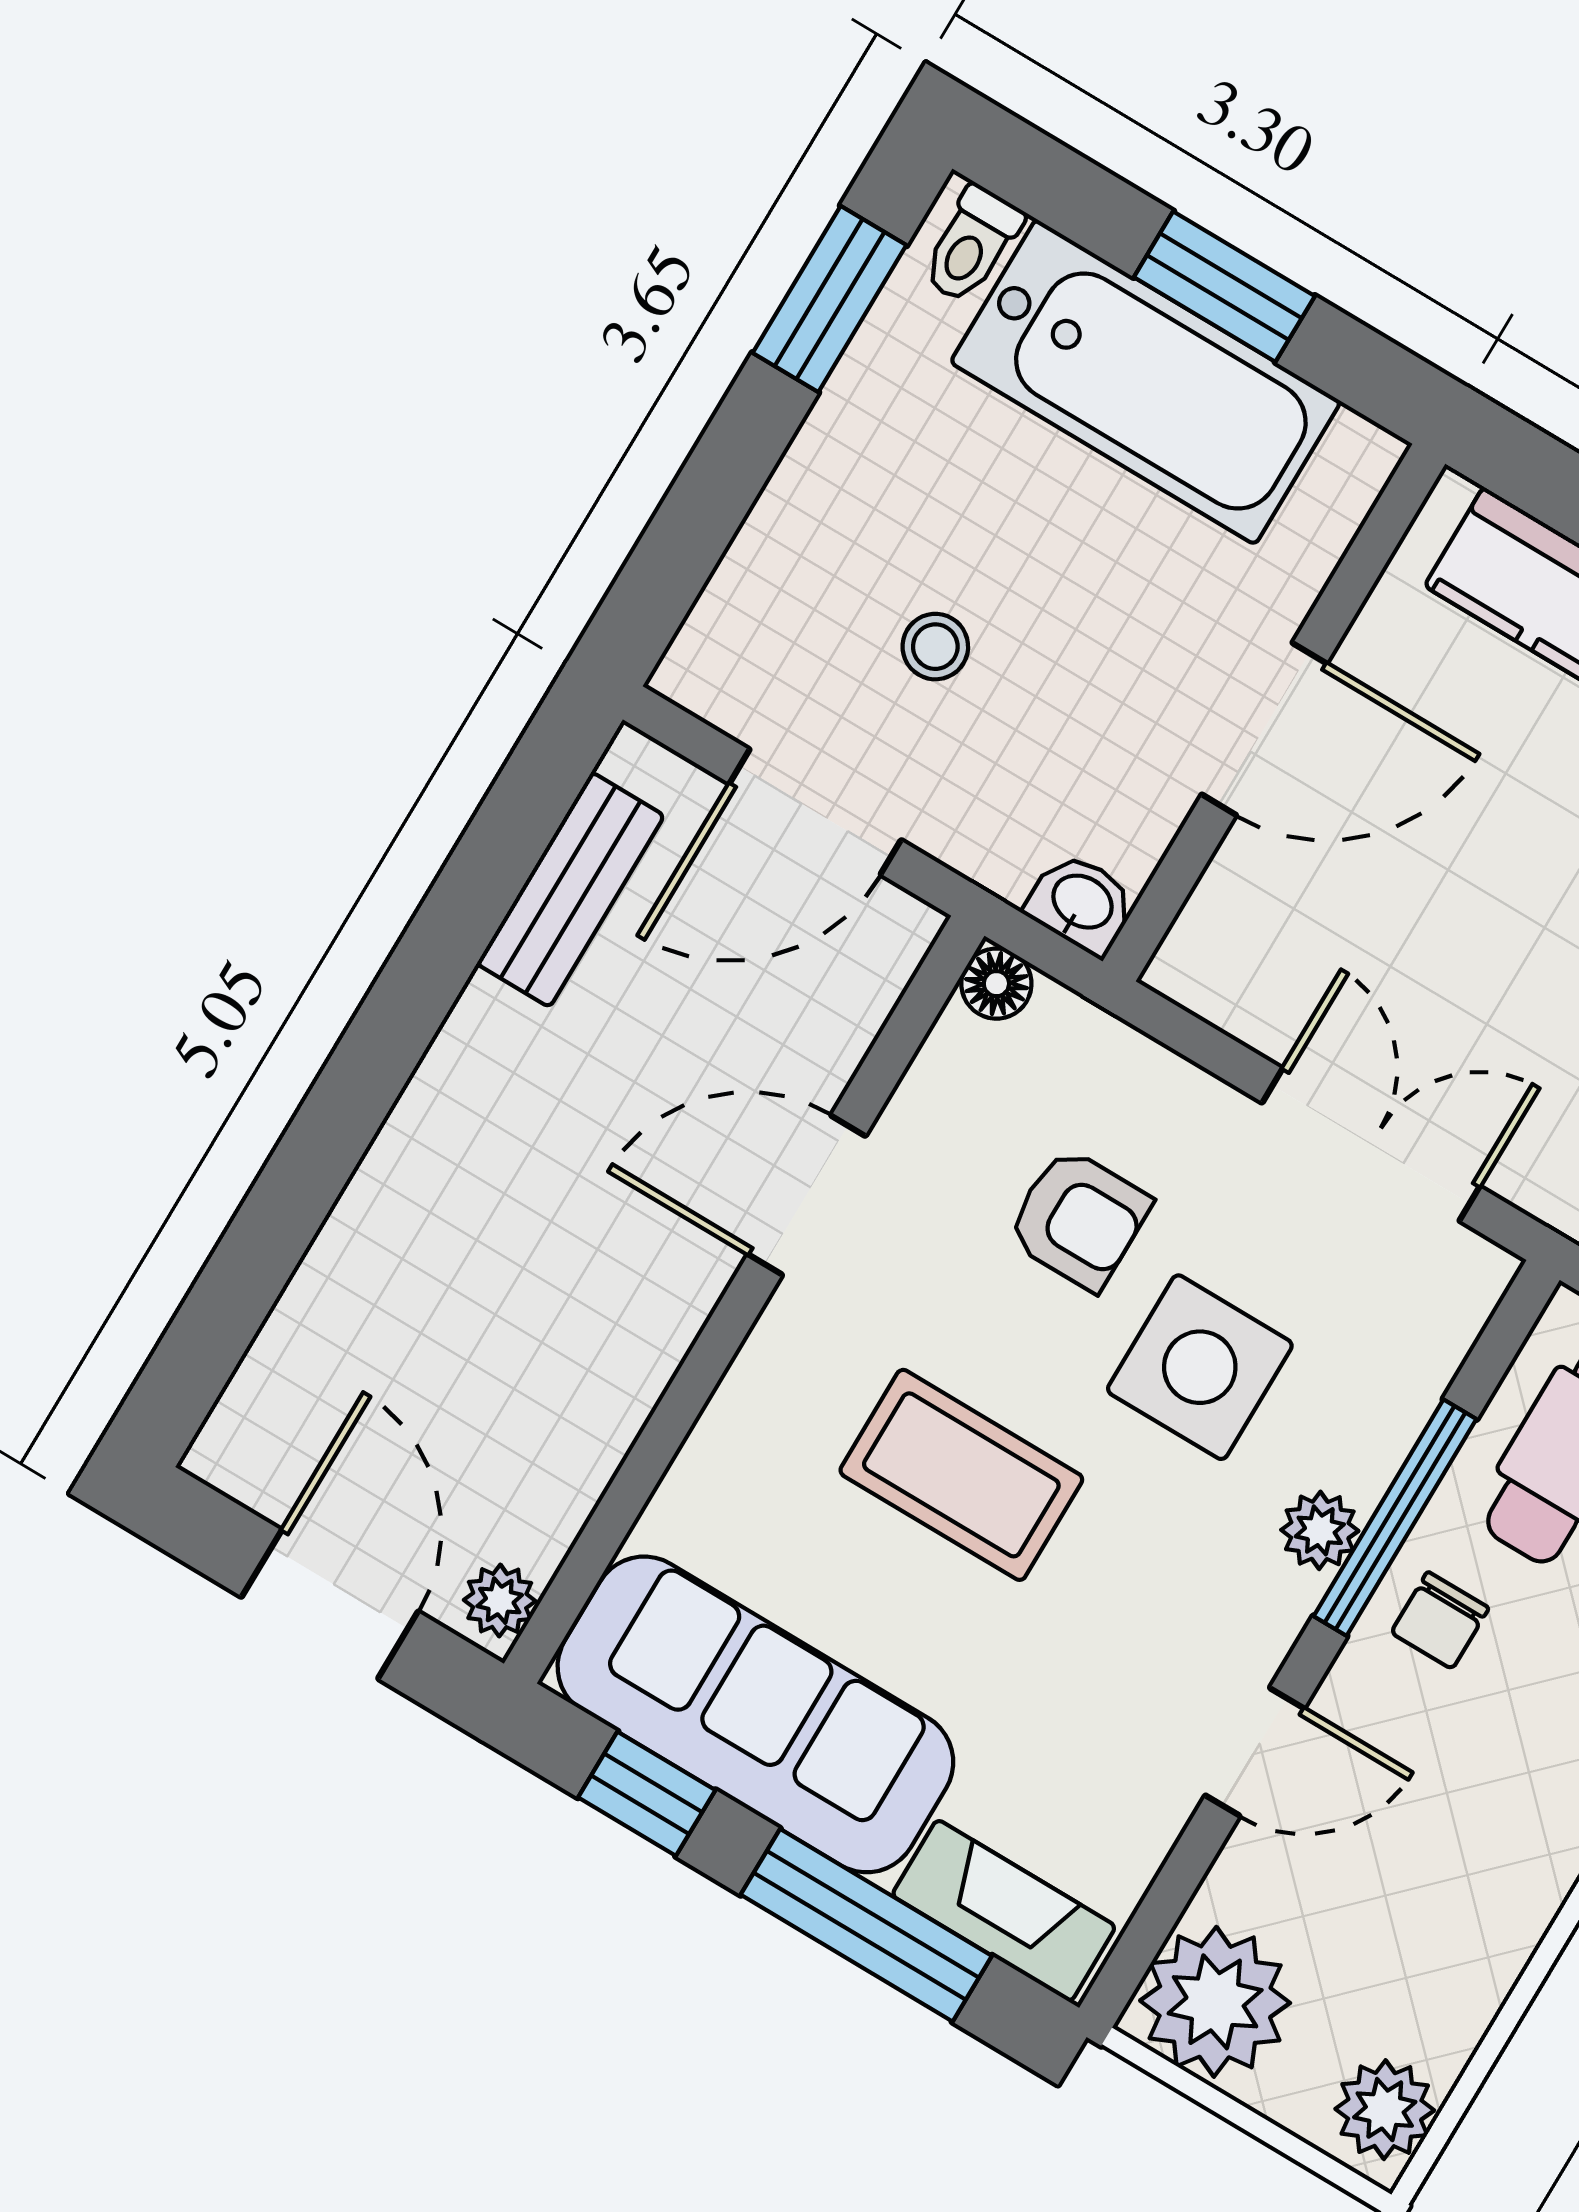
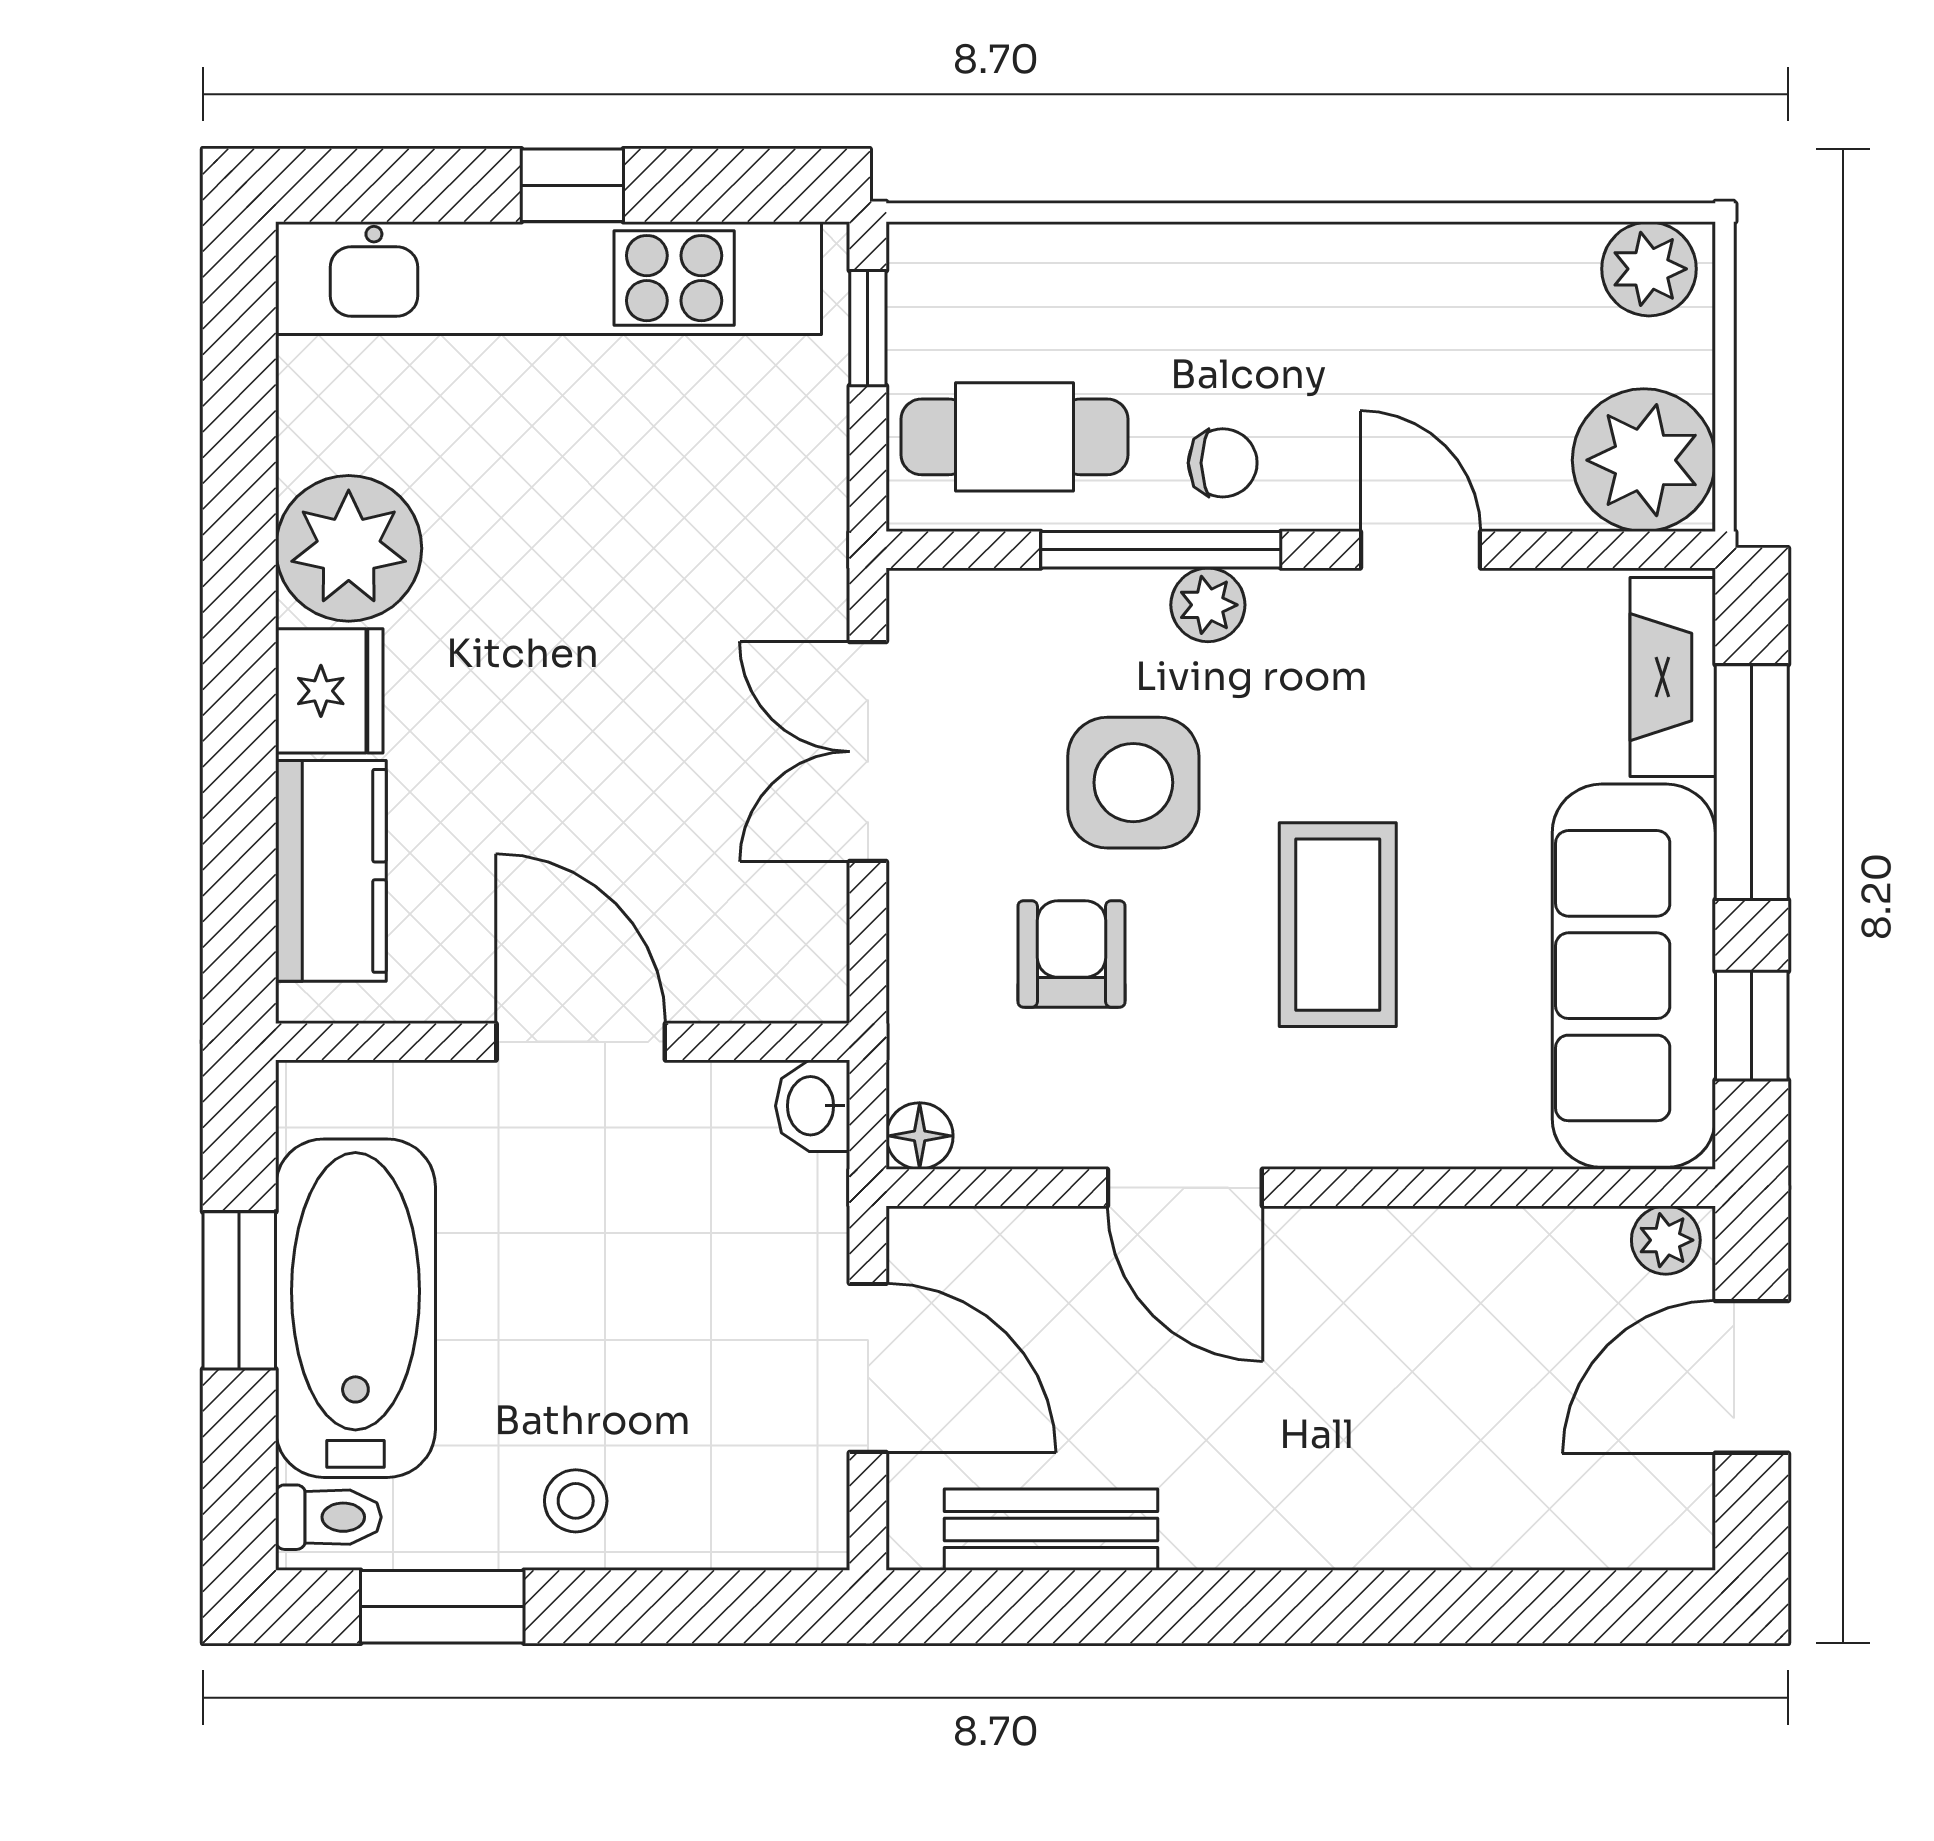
stool: (935, 647) -> (576, 1501), moved

